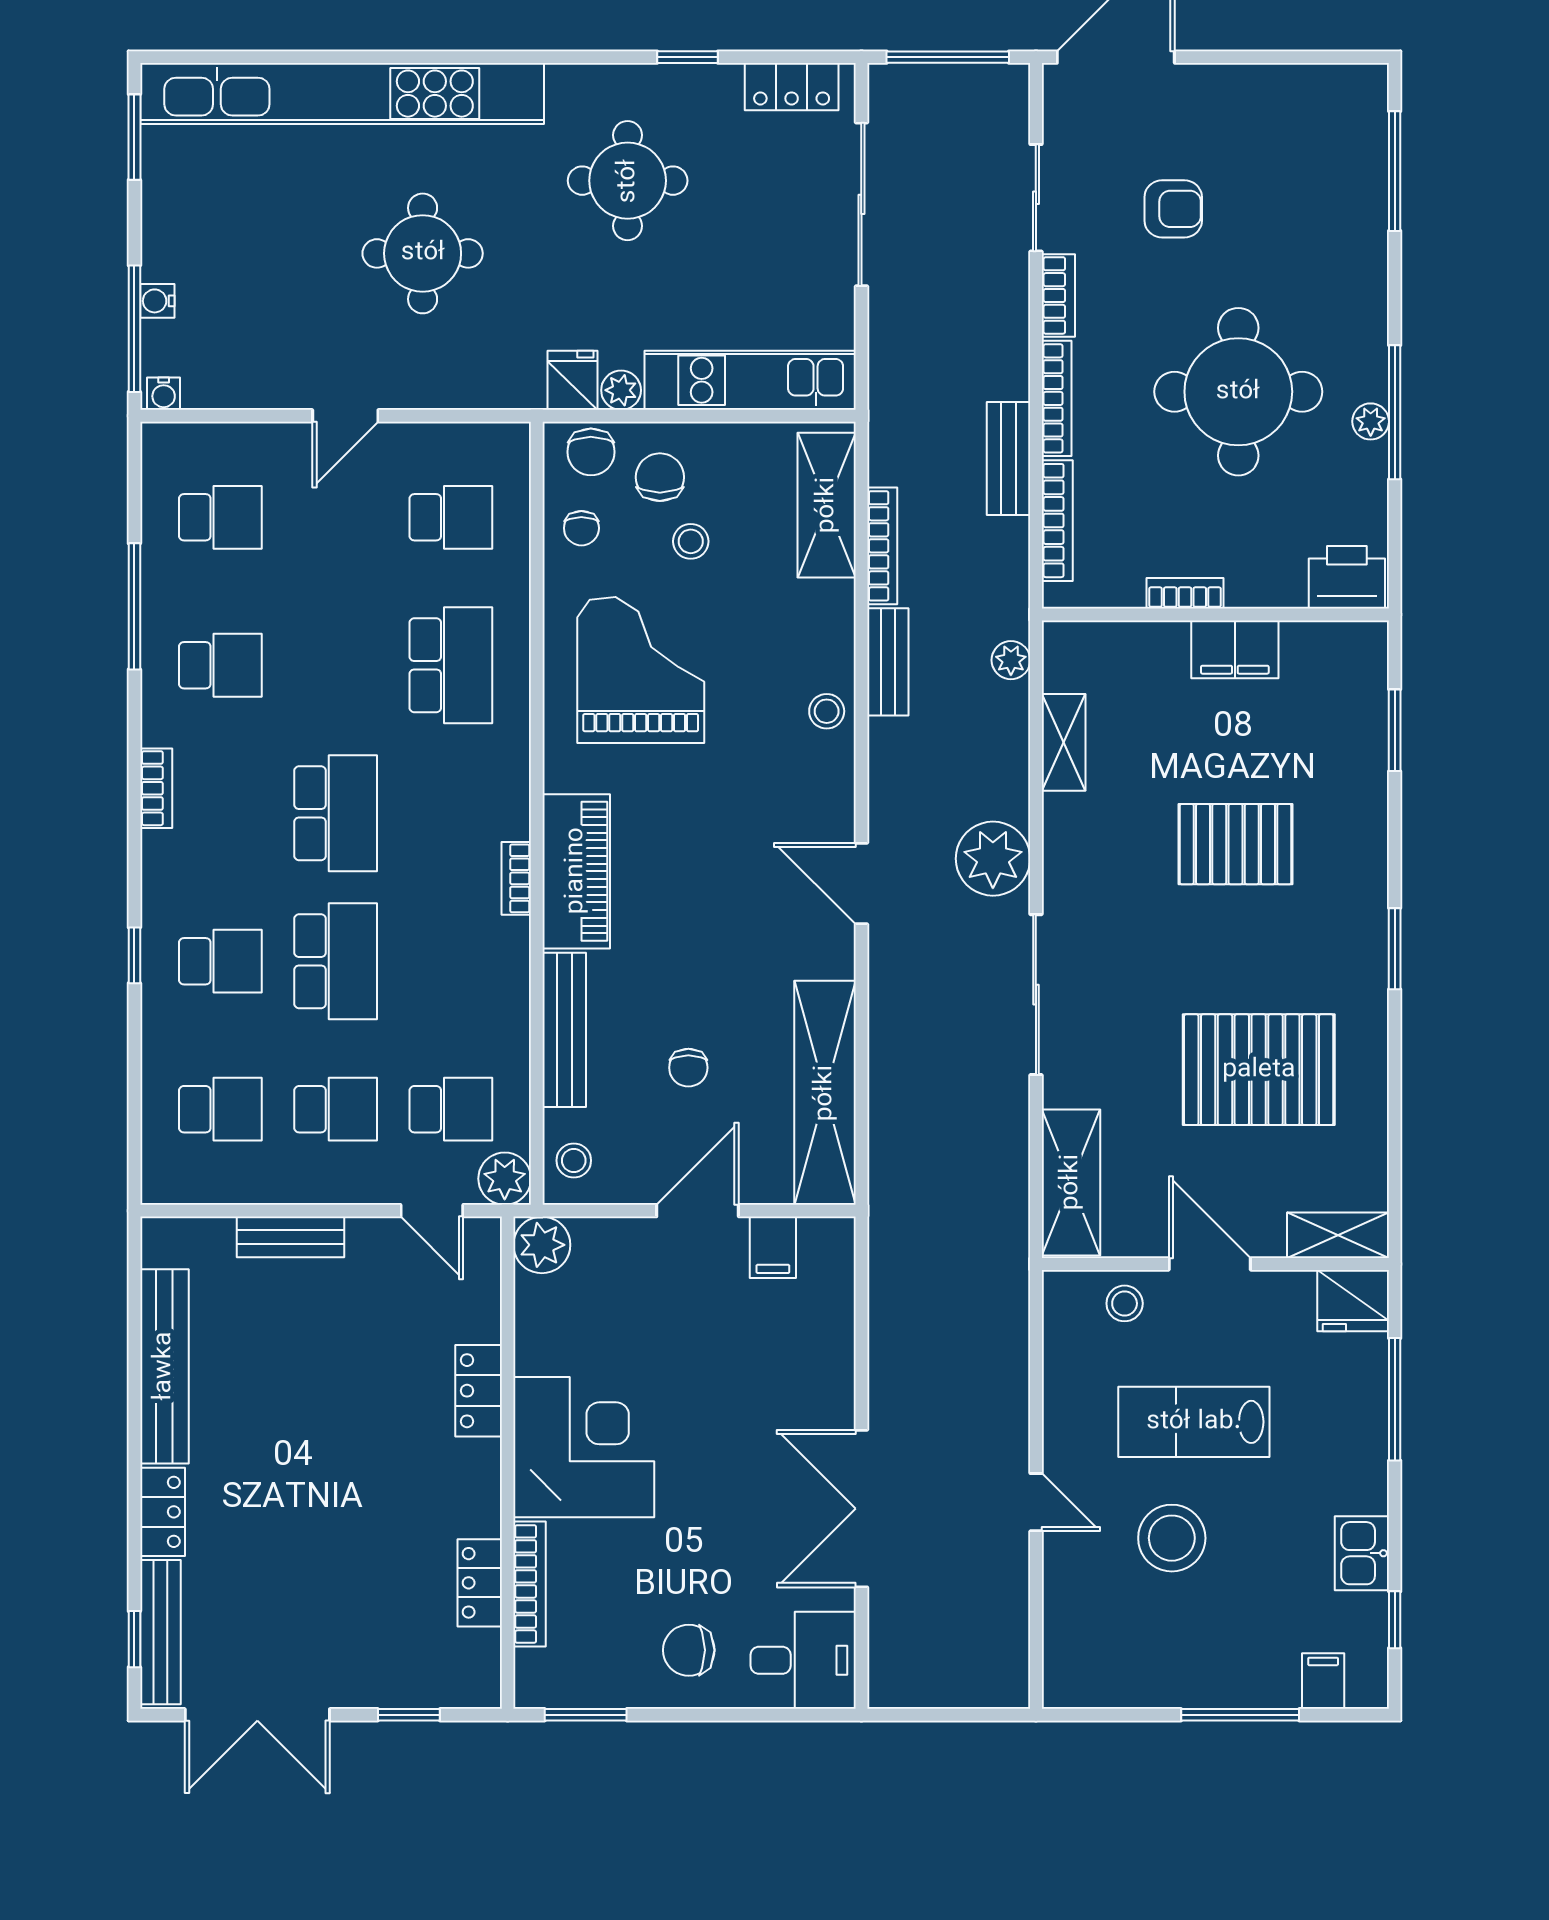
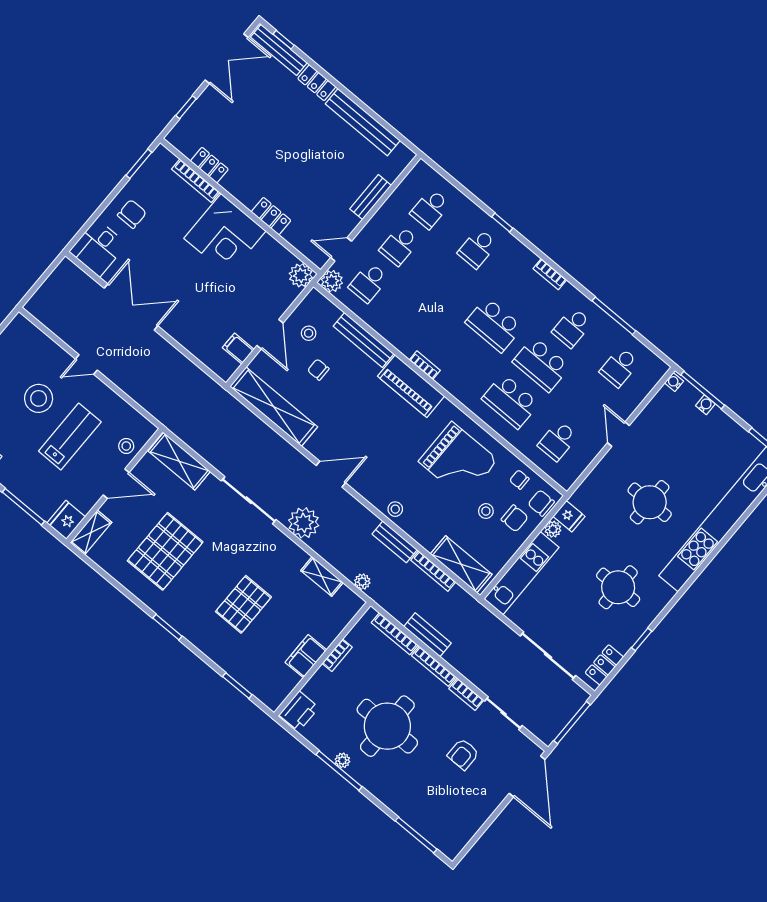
school desk: (336, 961) -> (541, 364), moved
stool: (574, 1160) -> (309, 333), moved
double door: (257, 1715) -> (227, 59), swing flipped

